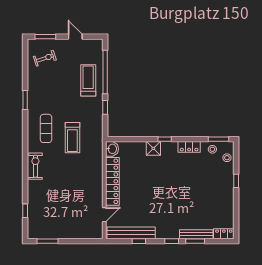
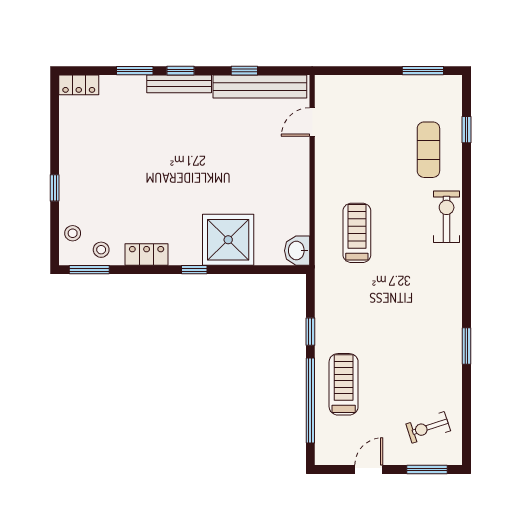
door: (75, 37) -> (369, 469), swing flipped
treadmill: (88, 80) -> (344, 384), turned 180
exercise mat: (46, 128) -> (428, 150), moved
treadmill: (72, 138) -> (357, 233), moved
shower: (153, 148) -> (228, 240), width x1.86, depth x1.86
exercise bike: (35, 166) -> (447, 217), turned 180
locker: (112, 181) -> (296, 187), removed
bench: (196, 234) -> (179, 84), moved

